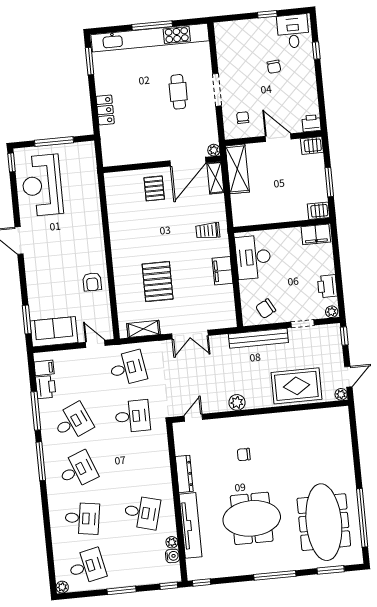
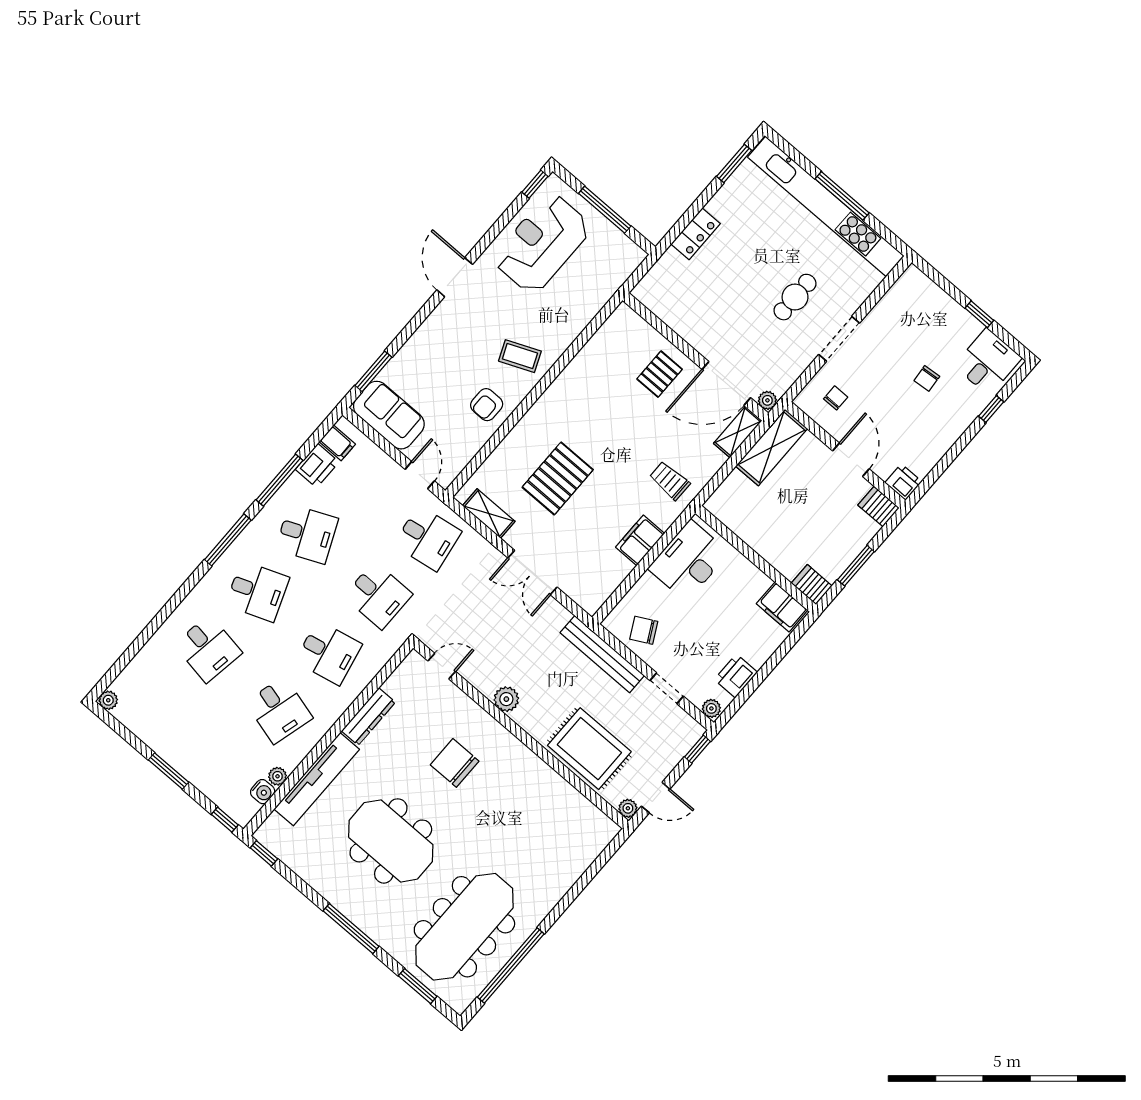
coffee table: (84, 245) -> (520, 356), added
chair: (244, 455) -> (455, 763), width x1.87, depth x1.87
desk: (87, 566) -> (328, 653), moved

